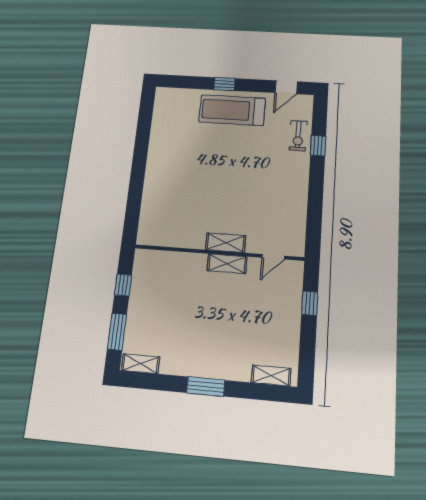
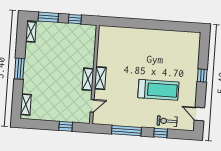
treadmill: (232, 110) -> (158, 90), moved, turned 90
window: (315, 200) -> (126, 131), added
door: (273, 257) -> (92, 106), swing flipped

